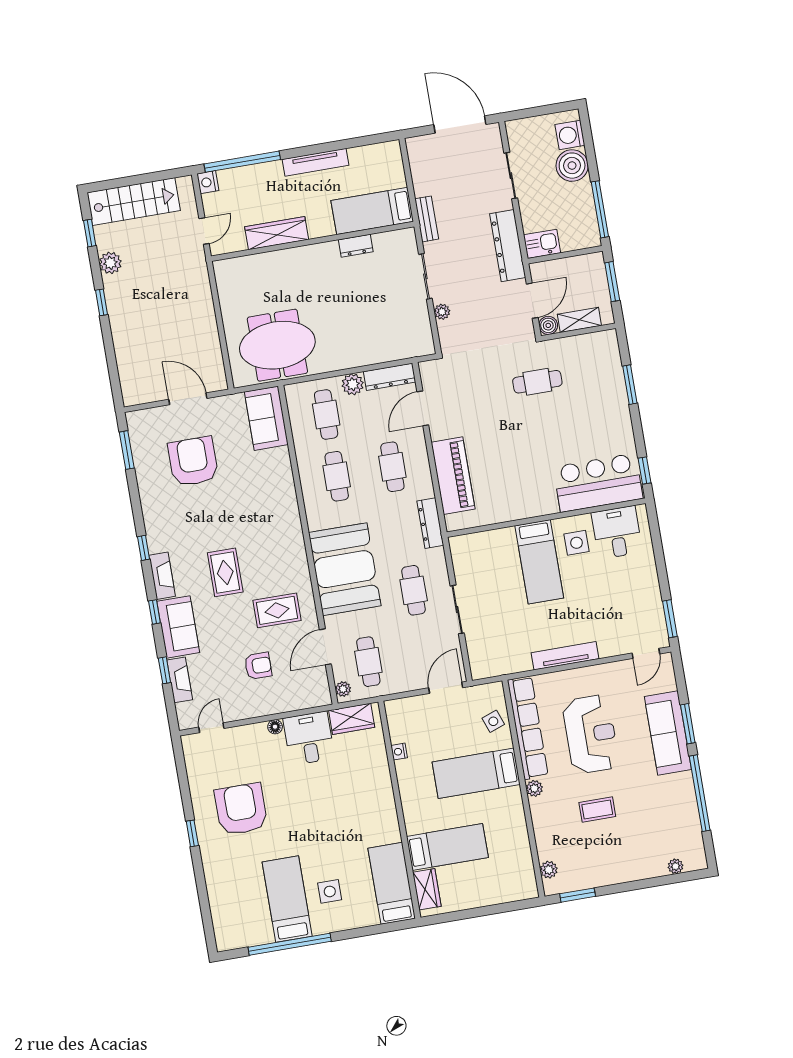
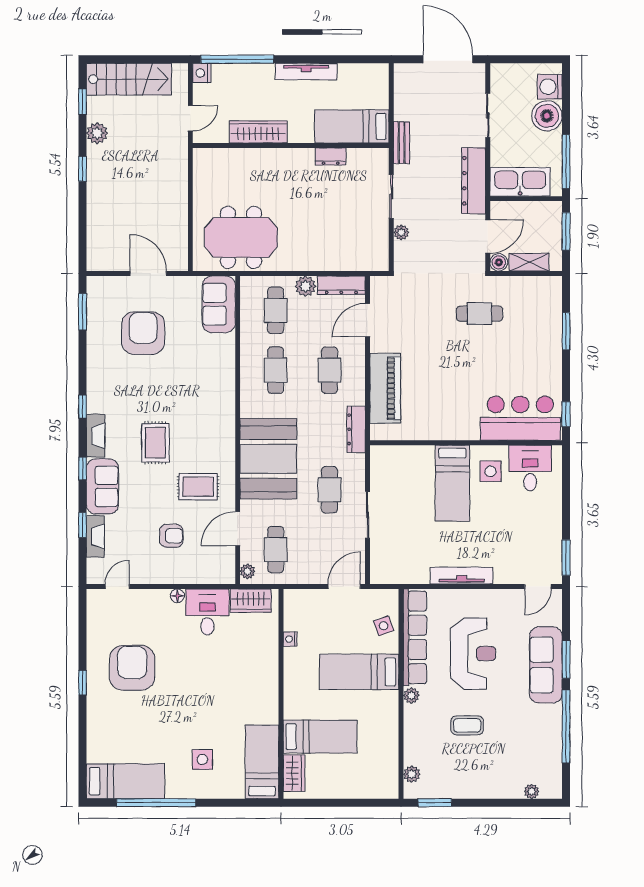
kitchen sink: (542, 244) -> (520, 182), width x1.88, depth x1.24
bed: (287, 899) -> (125, 781), moved, turned 90

